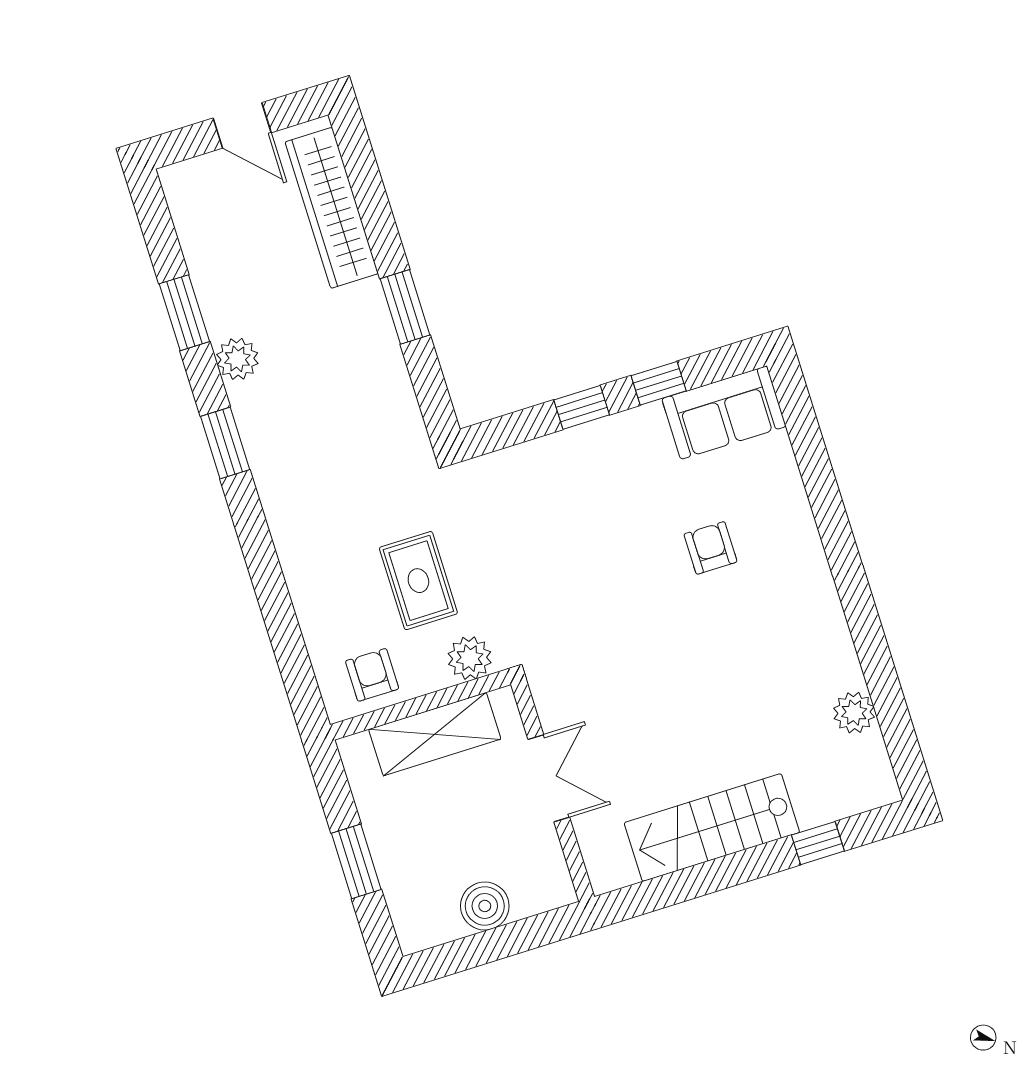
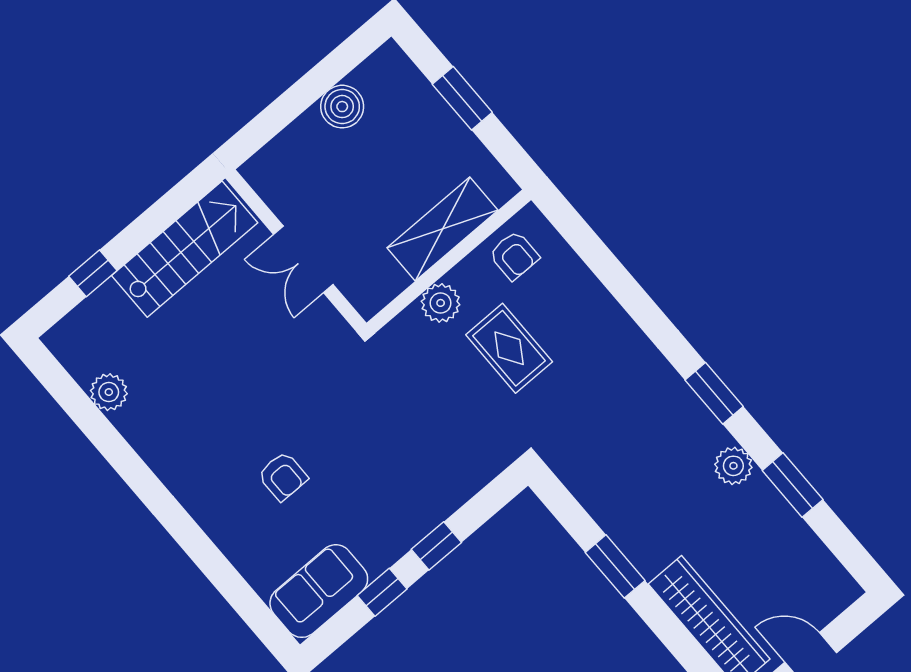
double door: (549, 778) -> (303, 259), moved
wall: (553, 791) -> (296, 250), moved

